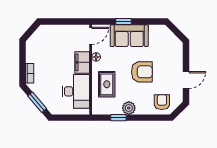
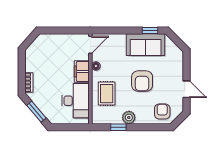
window: (123, 22) -> (150, 30), moved
sofa: (129, 36) -> (146, 45), moved
armchair: (142, 72) -> (142, 81), turned 90
door: (186, 80) -> (186, 89), hinge flipped

